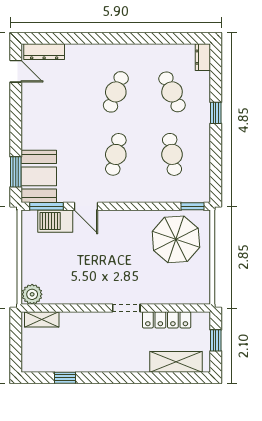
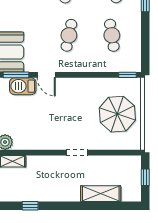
parasol: (176, 239) -> (117, 114), moved
locker: (167, 320) -> (108, 162), removed
shelving: (176, 362) -> (101, 194), moved

